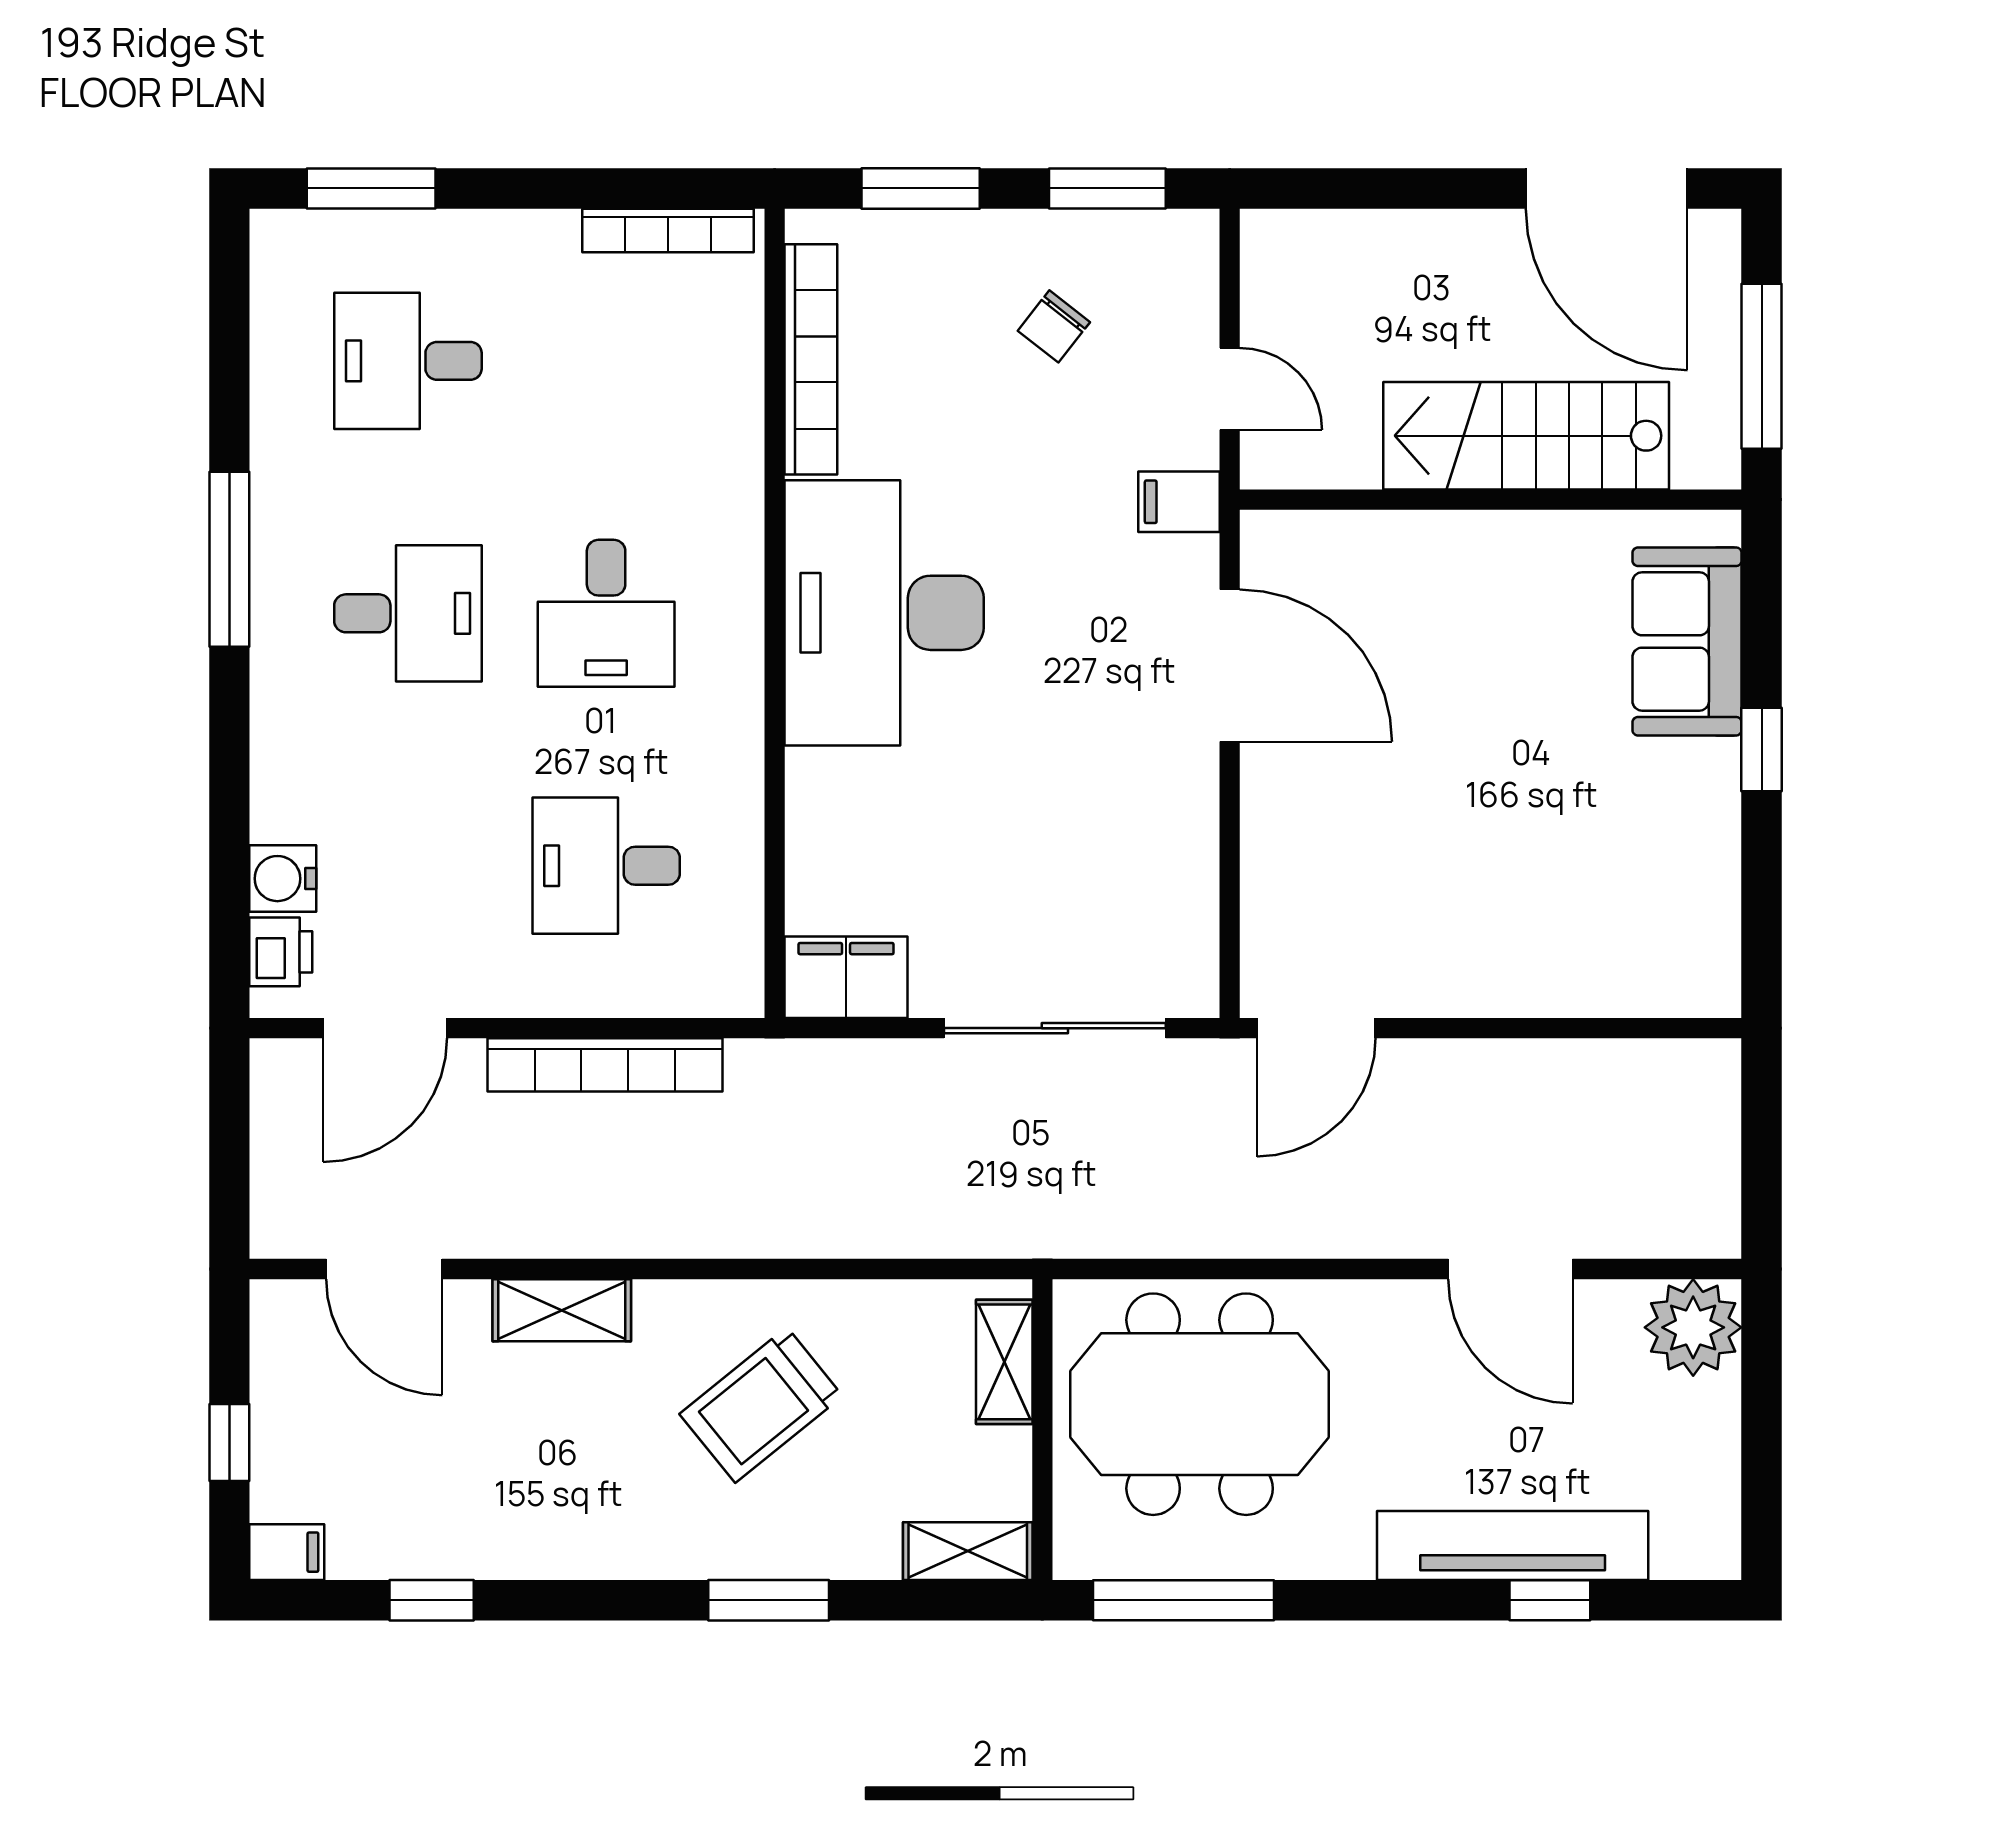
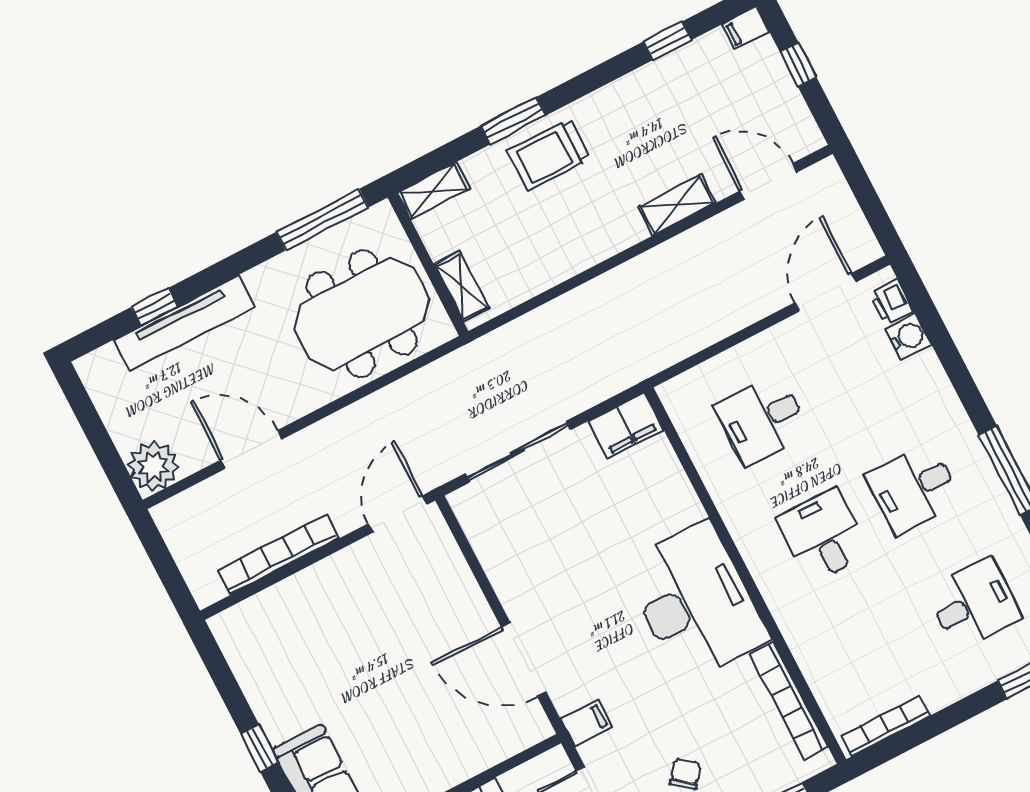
desk: (606, 866) -> (763, 419), turned 180
bookcase: (605, 1065) -> (278, 555), moved
trolley: (761, 1405) -> (549, 155), moved, turned -141

